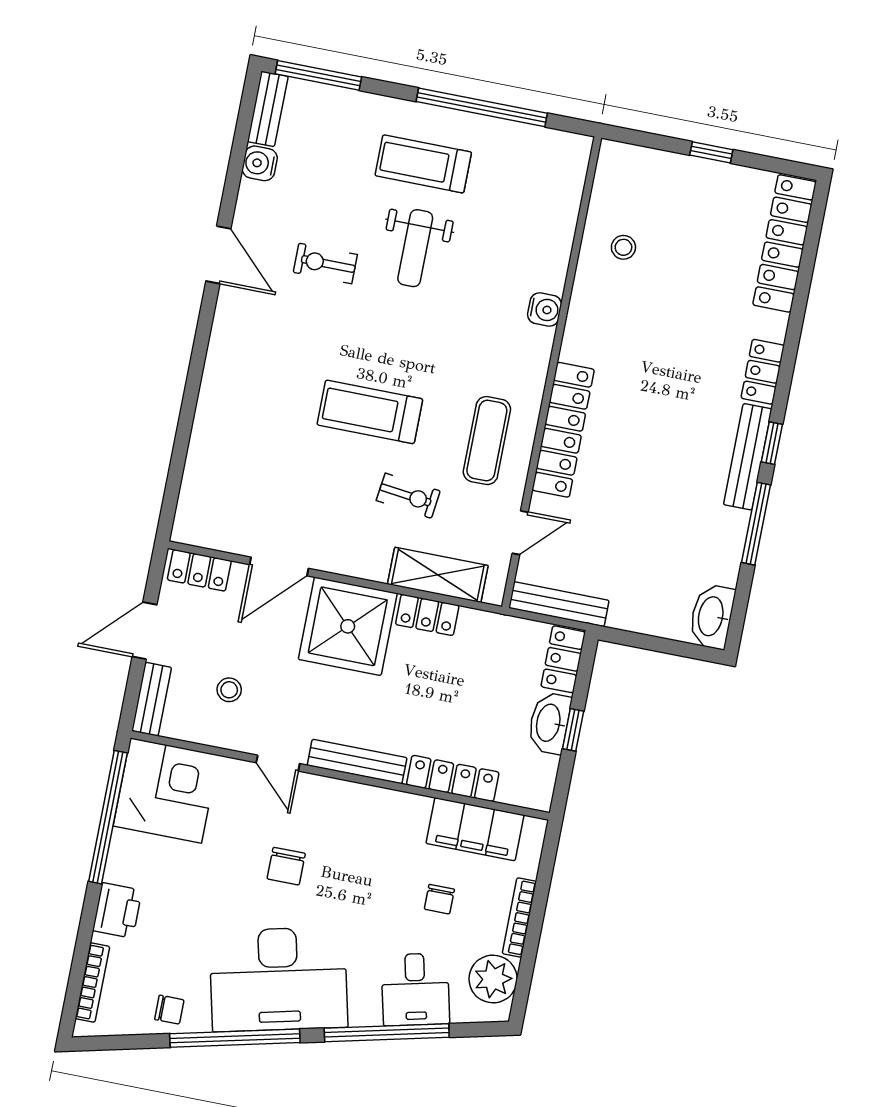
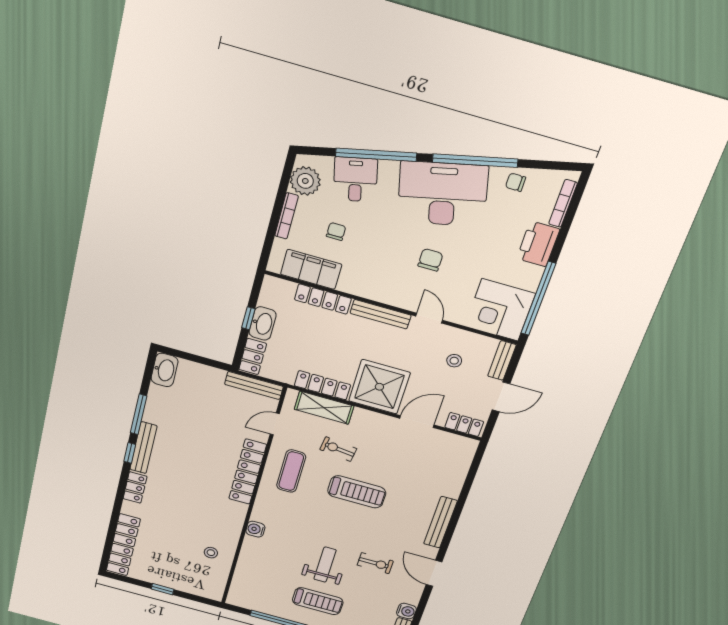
bench: (218, 367) -> (440, 522), added
locker: (427, 615) -> (322, 385), width x1.53
printer: (117, 910) -> (538, 244), width x1.37, depth x1.19

